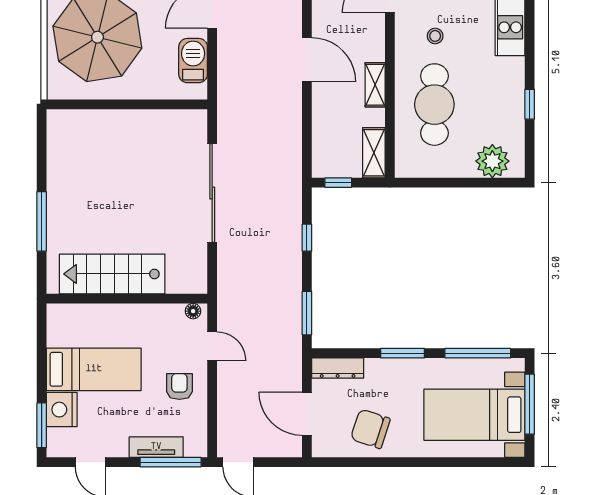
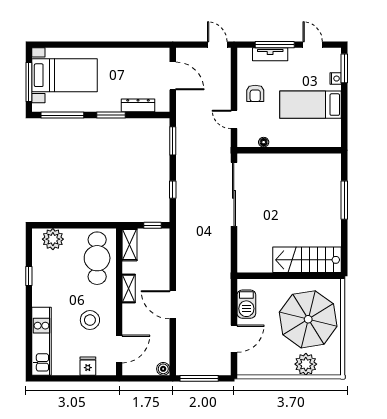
stool: (435, 36) -> (90, 320), width x1.89, depth x1.89
cafe table: (434, 105) -> (97, 258), moved
sliding door: (212, 193) -> (234, 194), moved
stairs: (112, 274) -> (307, 260), moved, turned 180
floor lamp: (193, 311) -> (264, 142), moved
dresser: (338, 368) -> (138, 105), moved
nightstand: (62, 410) -> (336, 79), width x0.53, depth x0.56
chair: (370, 429) -> (132, 66), removed
window: (171, 462) -> (275, 45), moved

